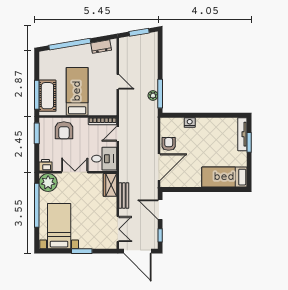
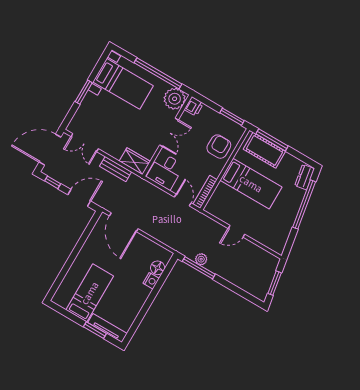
dresser: (101, 47) -> (305, 177), moved
floor lamp: (178, 123) -> (158, 268), added
armchair: (64, 130) -> (219, 147), turned 90
armchair: (169, 144) -> (142, 246), removed
bed: (224, 177) -> (90, 293), moved

